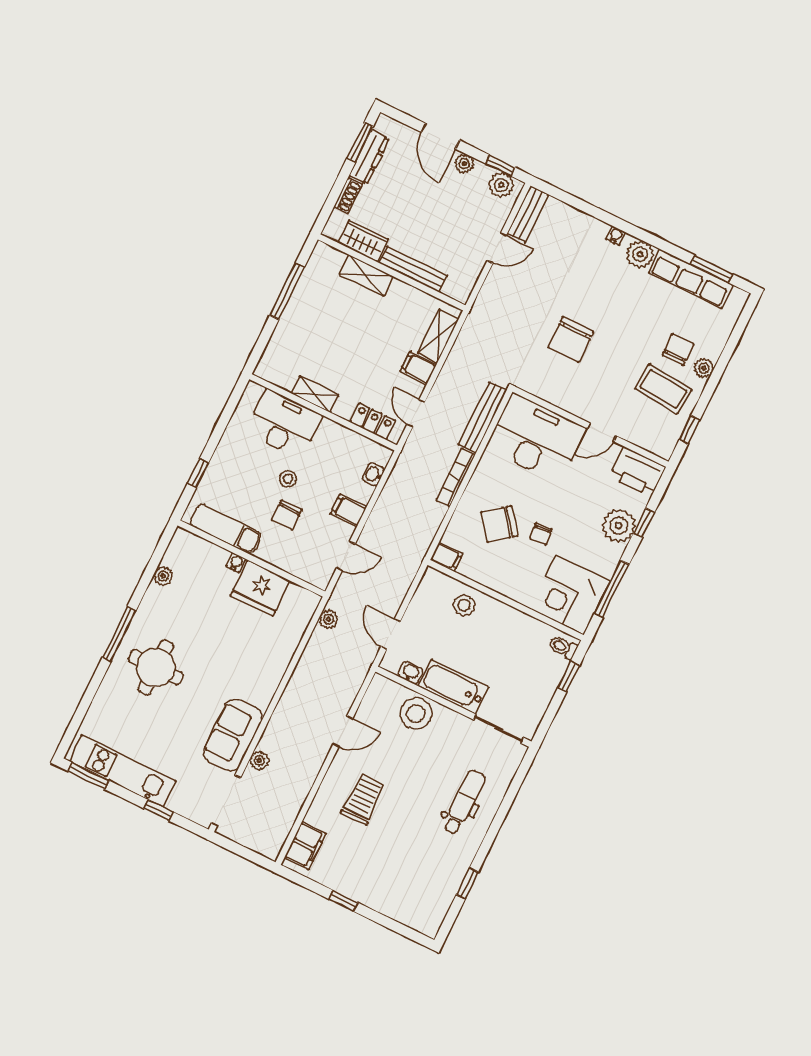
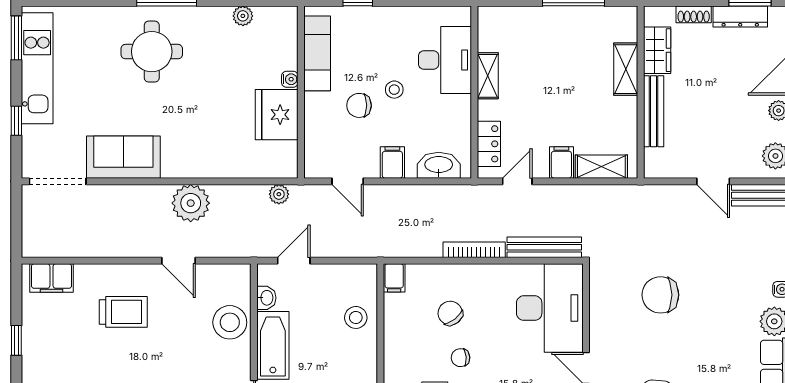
washbasin: (373, 474) -> (439, 165), width x1.91, depth x1.45
chair: (499, 524) -> (450, 313), width x0.73, depth x0.73
plant: (259, 761) -> (191, 203), moved, width x1.88, depth x1.88

